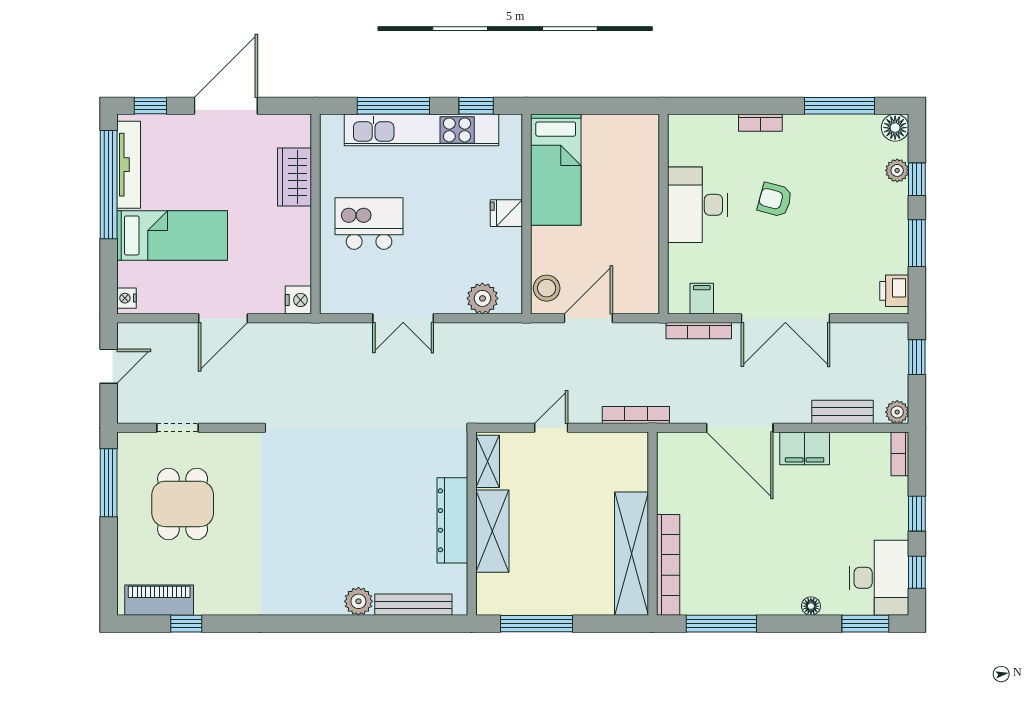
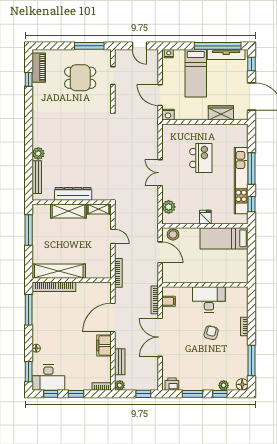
wardrobe: (294, 177) -> (221, 113), moved
wall: (315, 214) -> (205, 122), moved
nightstand: (298, 300) -> (168, 115), moved

